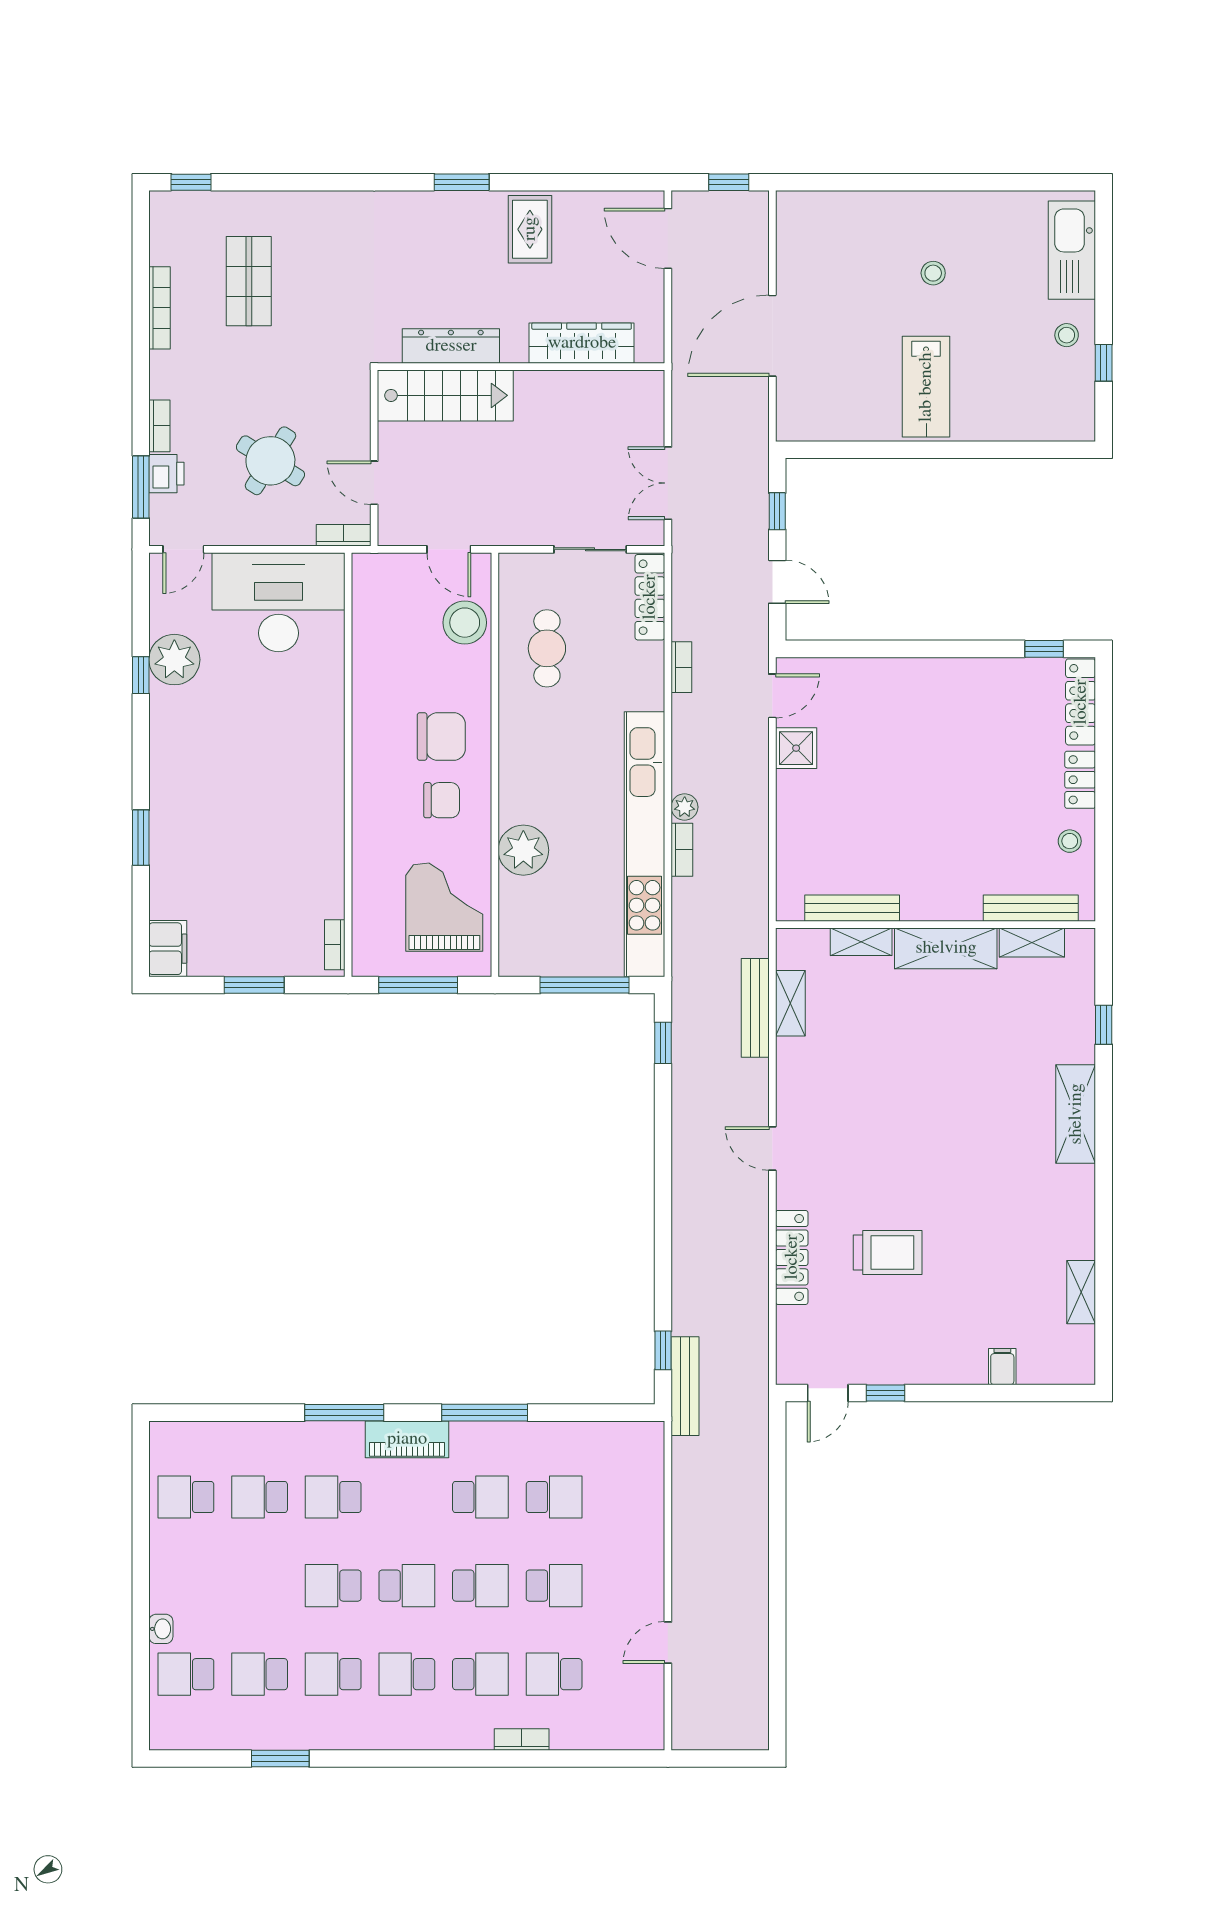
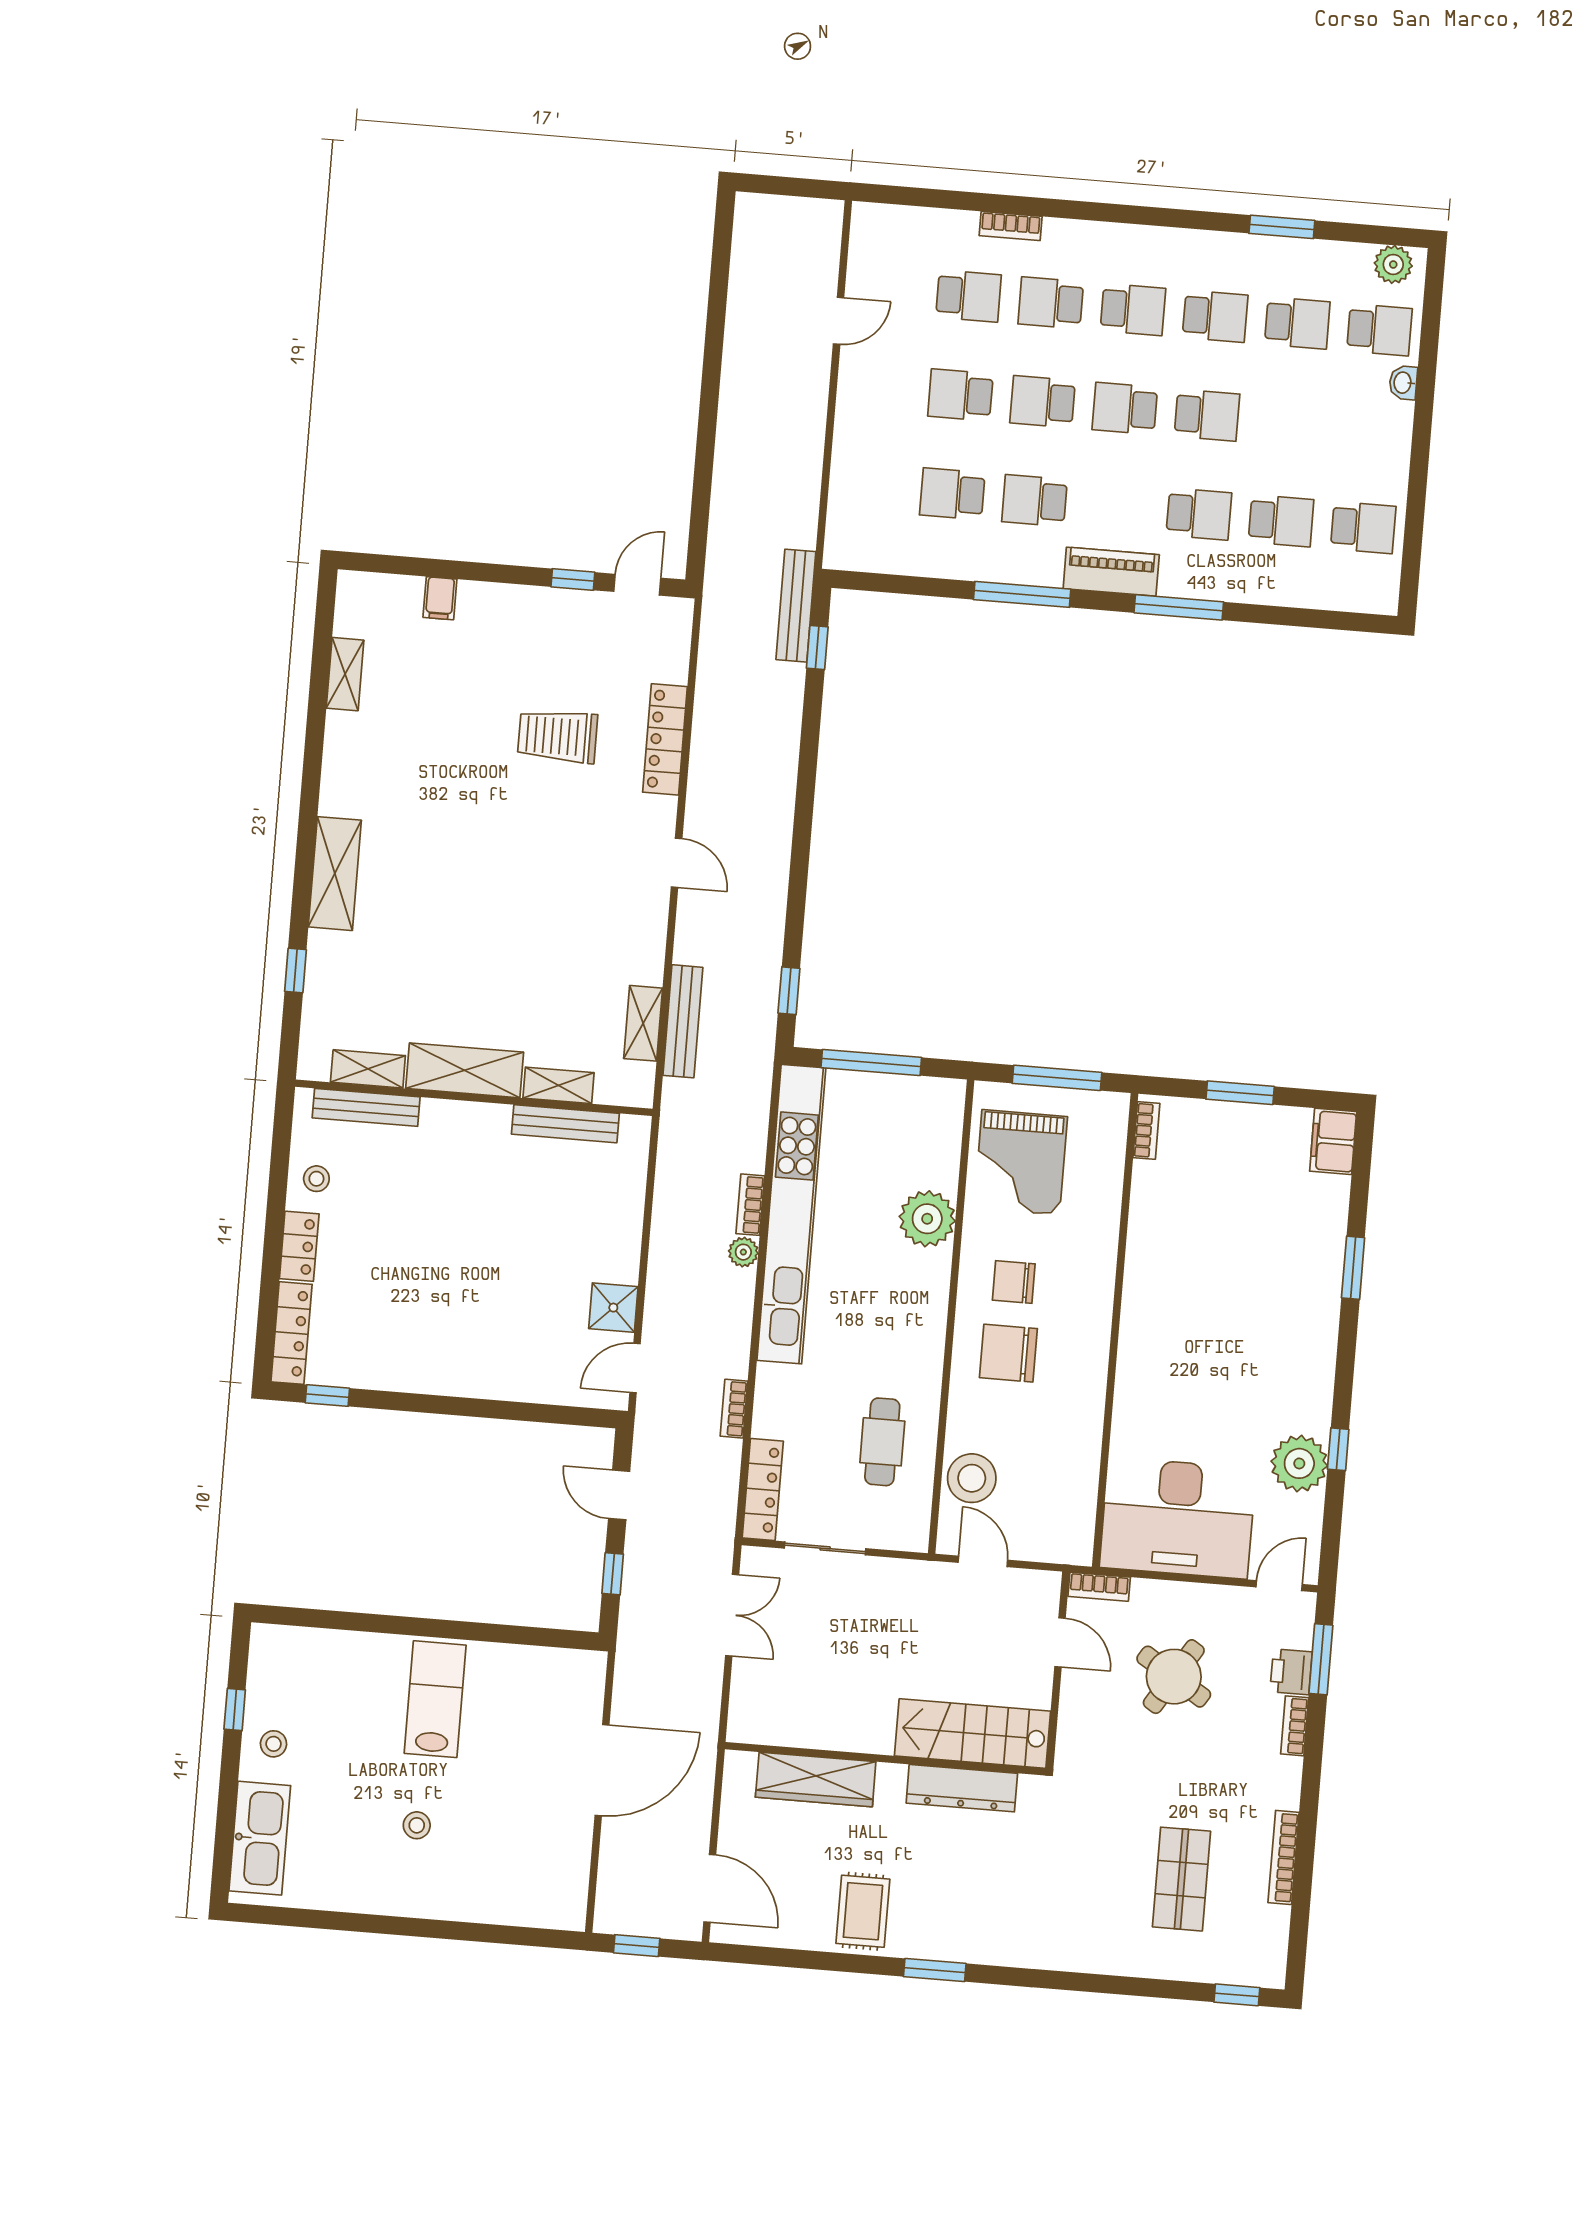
plant: (178, 1733) -> (1393, 264), added

